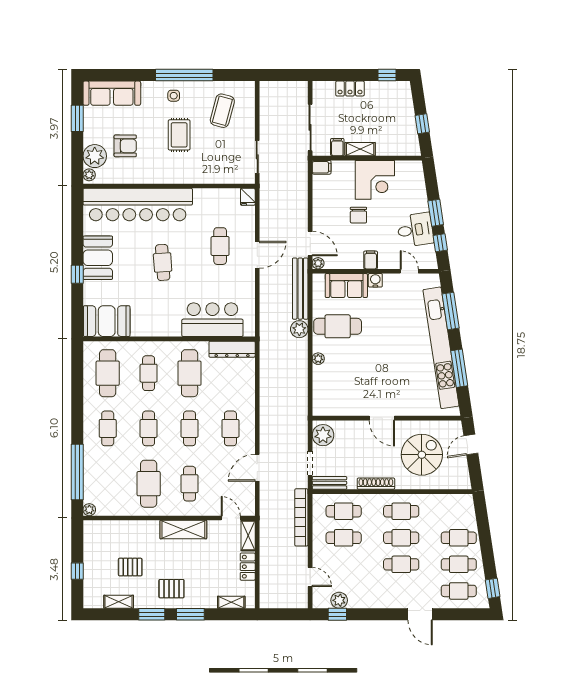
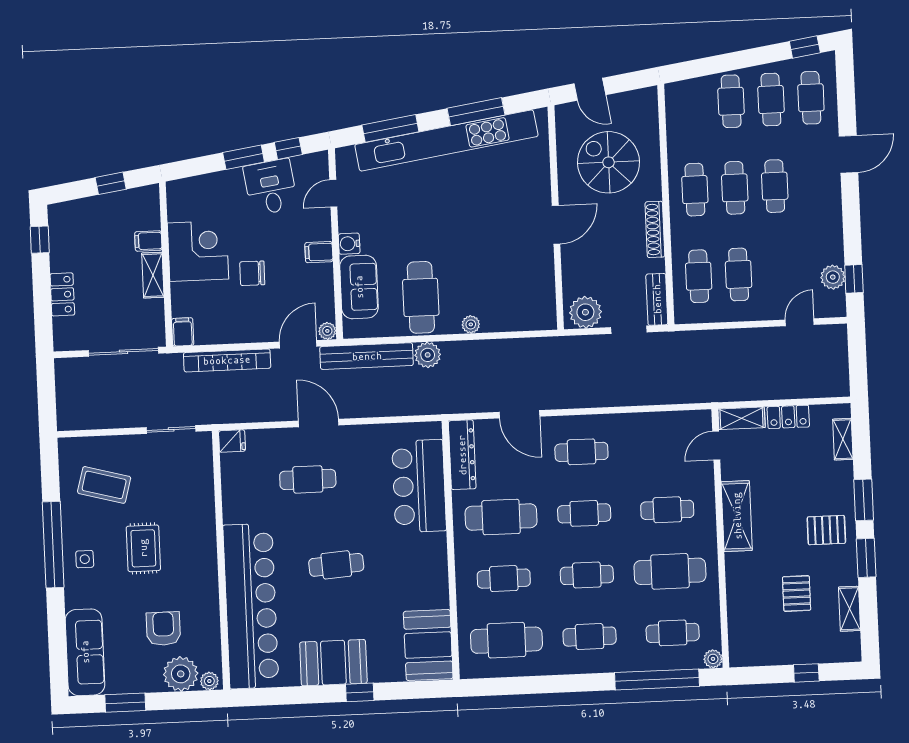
rug: (179, 135) -> (143, 548), turned 90
filing cabinet: (337, 147) -> (148, 241), moved
chair: (358, 215) -> (252, 273), turned 180
door: (257, 468) -> (519, 414), moved
cafe table: (108, 484) -> (673, 633), added
bookcase: (301, 517) -> (227, 360), moved
pallet: (171, 589) -> (826, 530), turned 90

